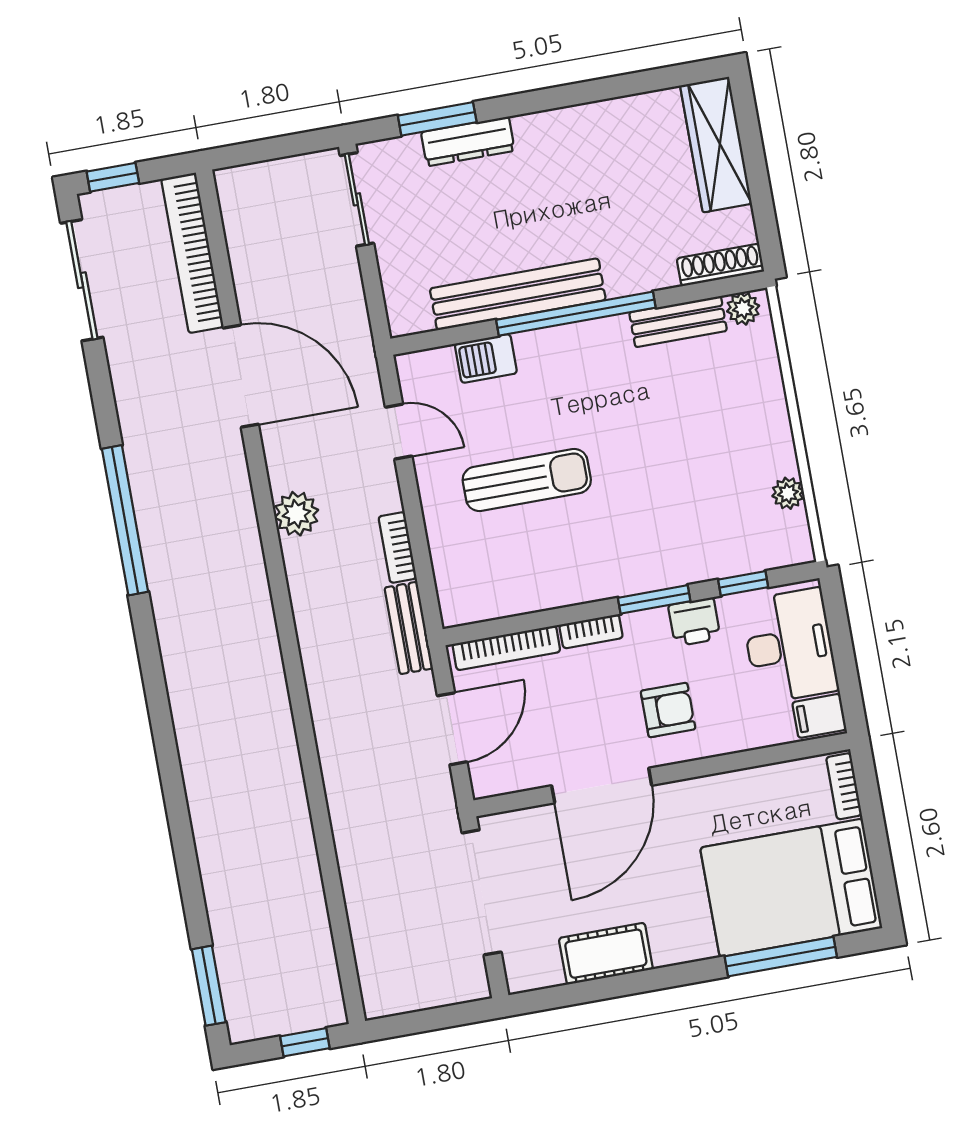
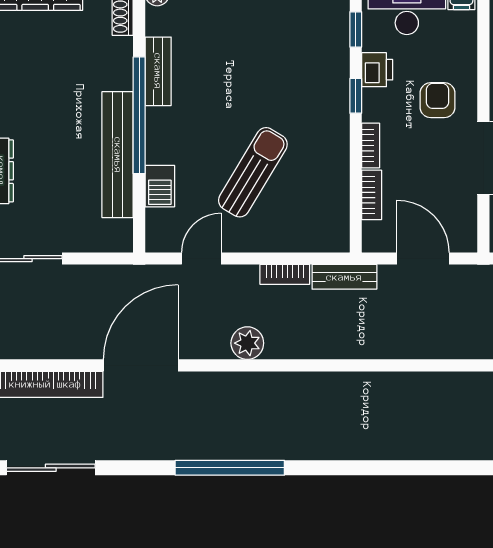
bench: (678, 322) -> (158, 71), moved
sun lounger: (527, 480) -> (253, 172), turned 31
window: (654, 599) -> (356, 96), width x0.67
bookcase: (506, 648) -> (372, 195), width x0.64

